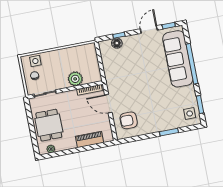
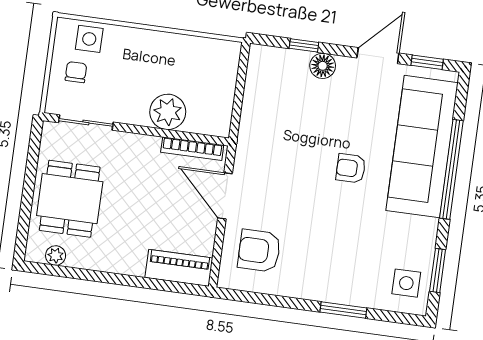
floor lamp: (117, 43) -> (323, 66), moved
armchair: (153, 77) -> (351, 168), added
piano: (90, 140) -> (179, 268), moved

